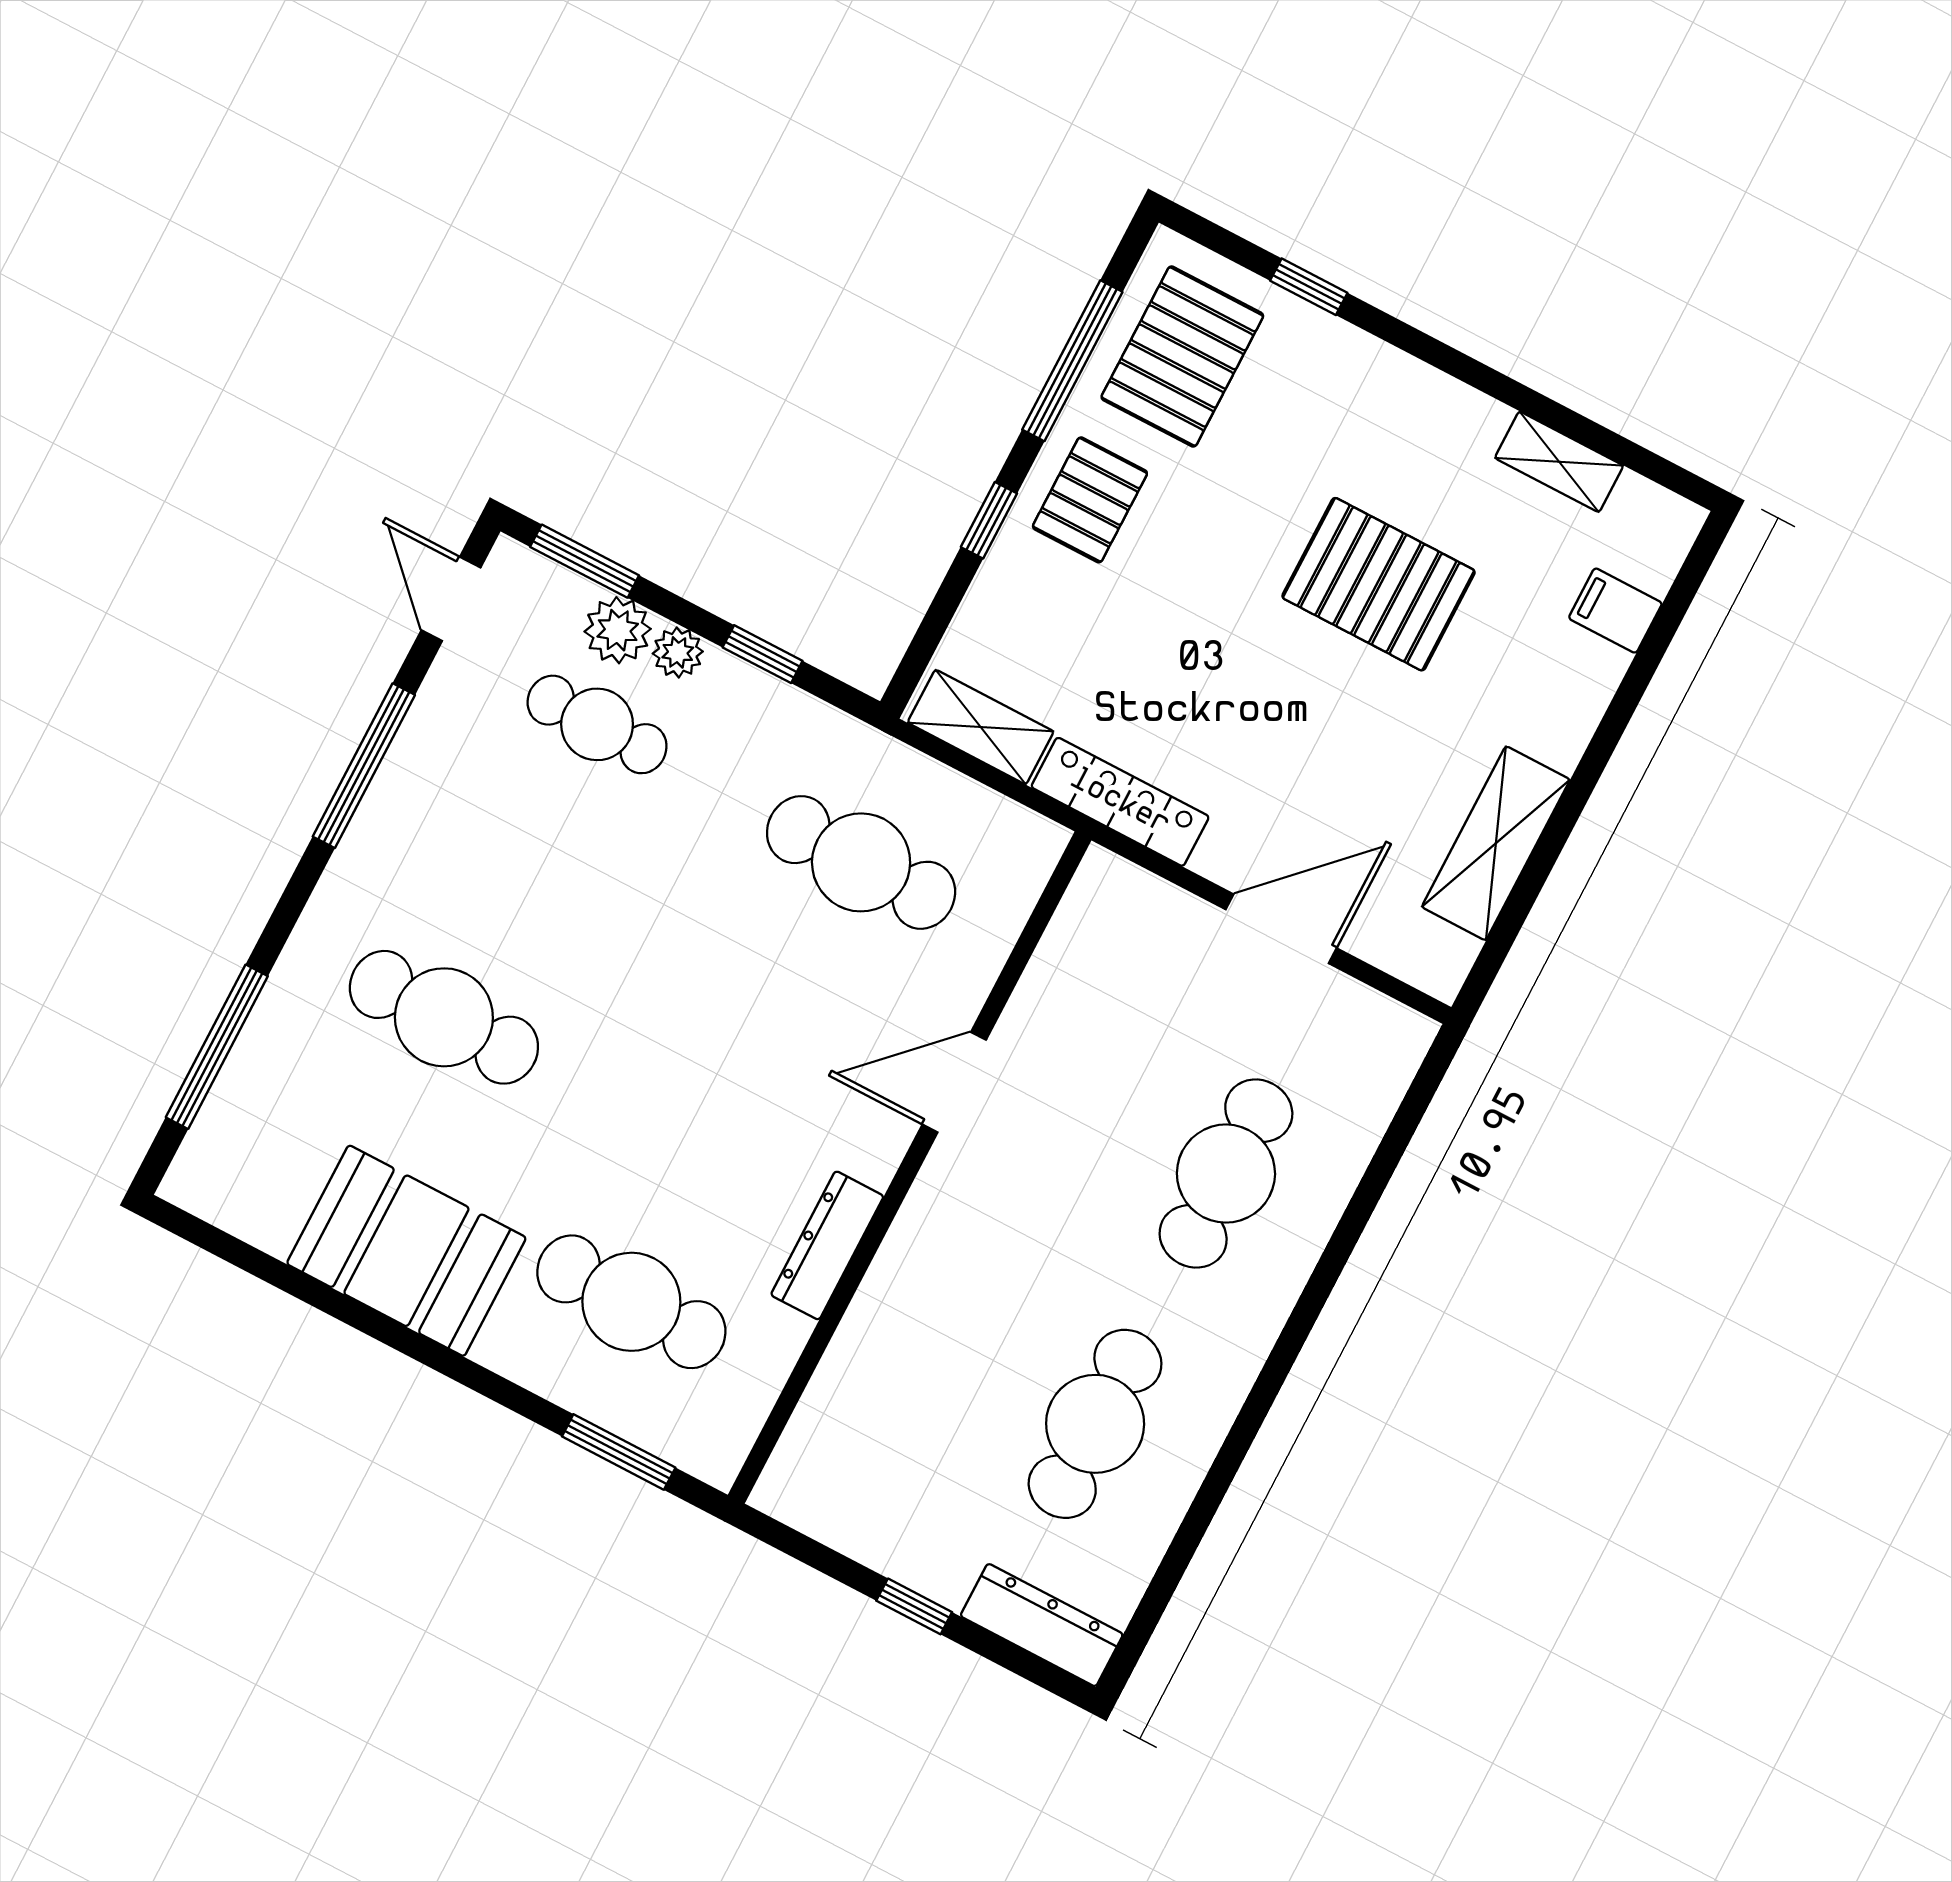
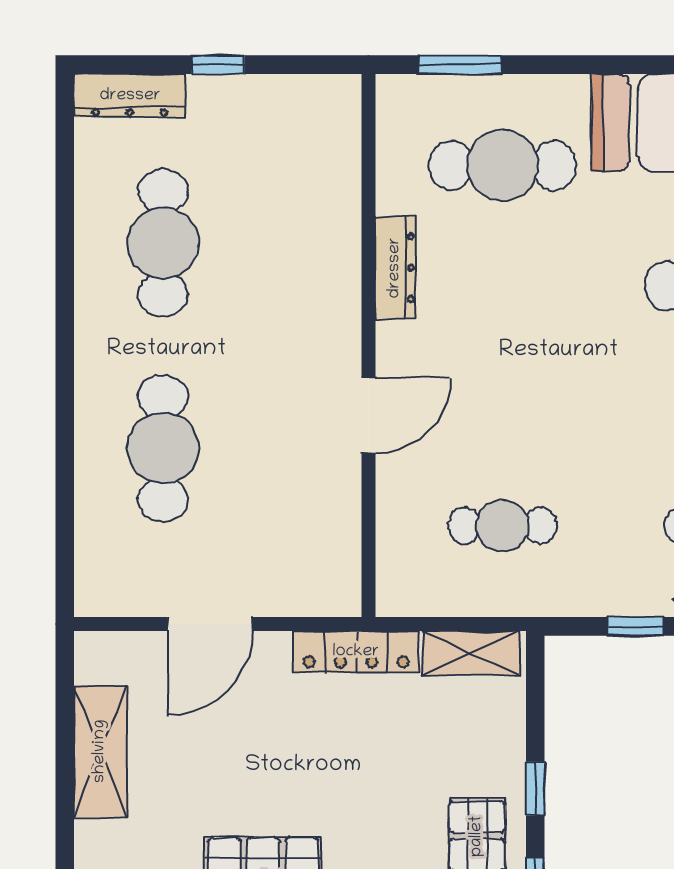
cafe table: (861, 862) -> (502, 525), width x0.73, depth x0.74

